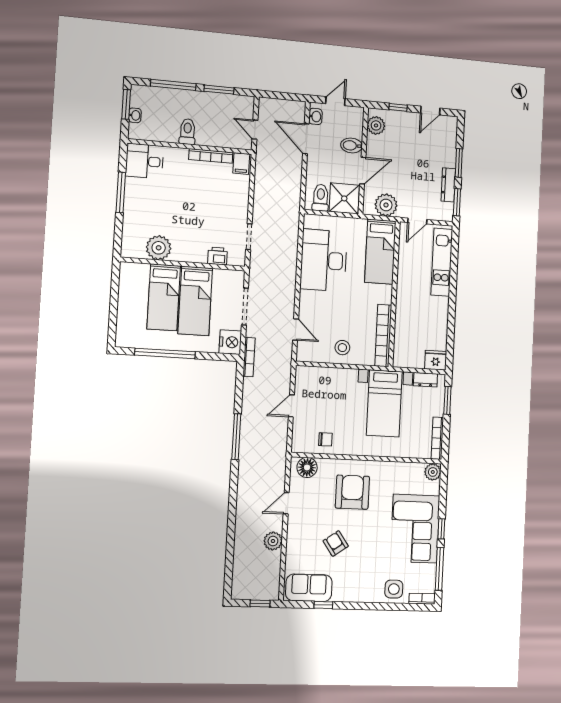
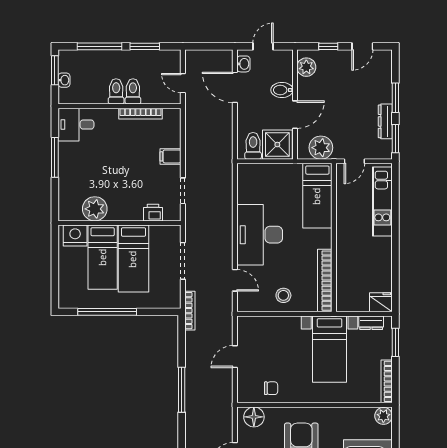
toilet: (204, 133) -> (133, 91), added
filing cabinet: (241, 164) -> (171, 156), moved, turned 90
desk: (324, 260) -> (260, 235), moved
nightstand: (230, 342) -> (75, 236), moved, turned -90

